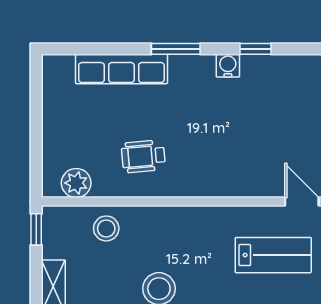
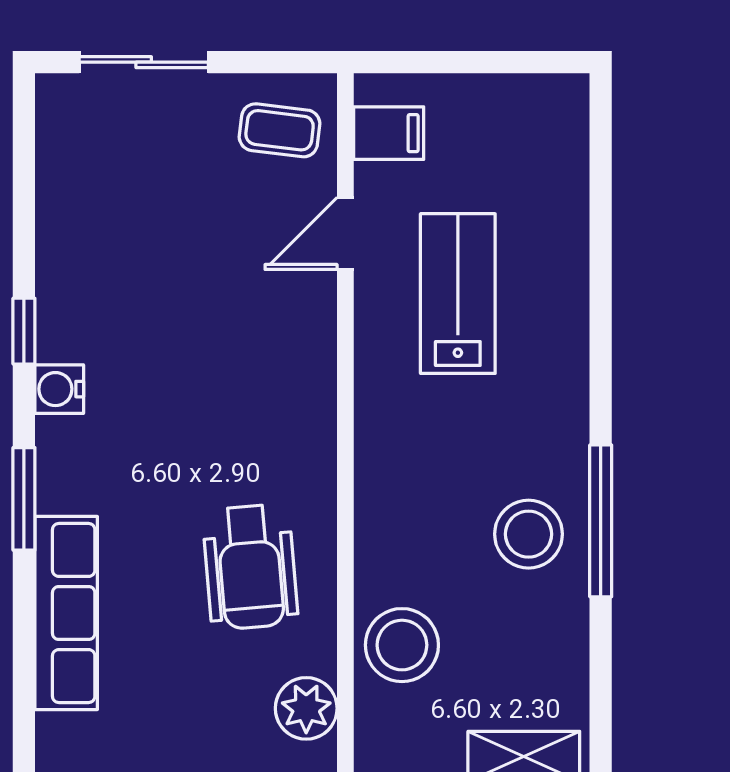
wheelchair: (143, 156) -> (250, 567), width x1.36, depth x1.37
stool: (106, 228) -> (402, 645), width x1.38, depth x1.38

